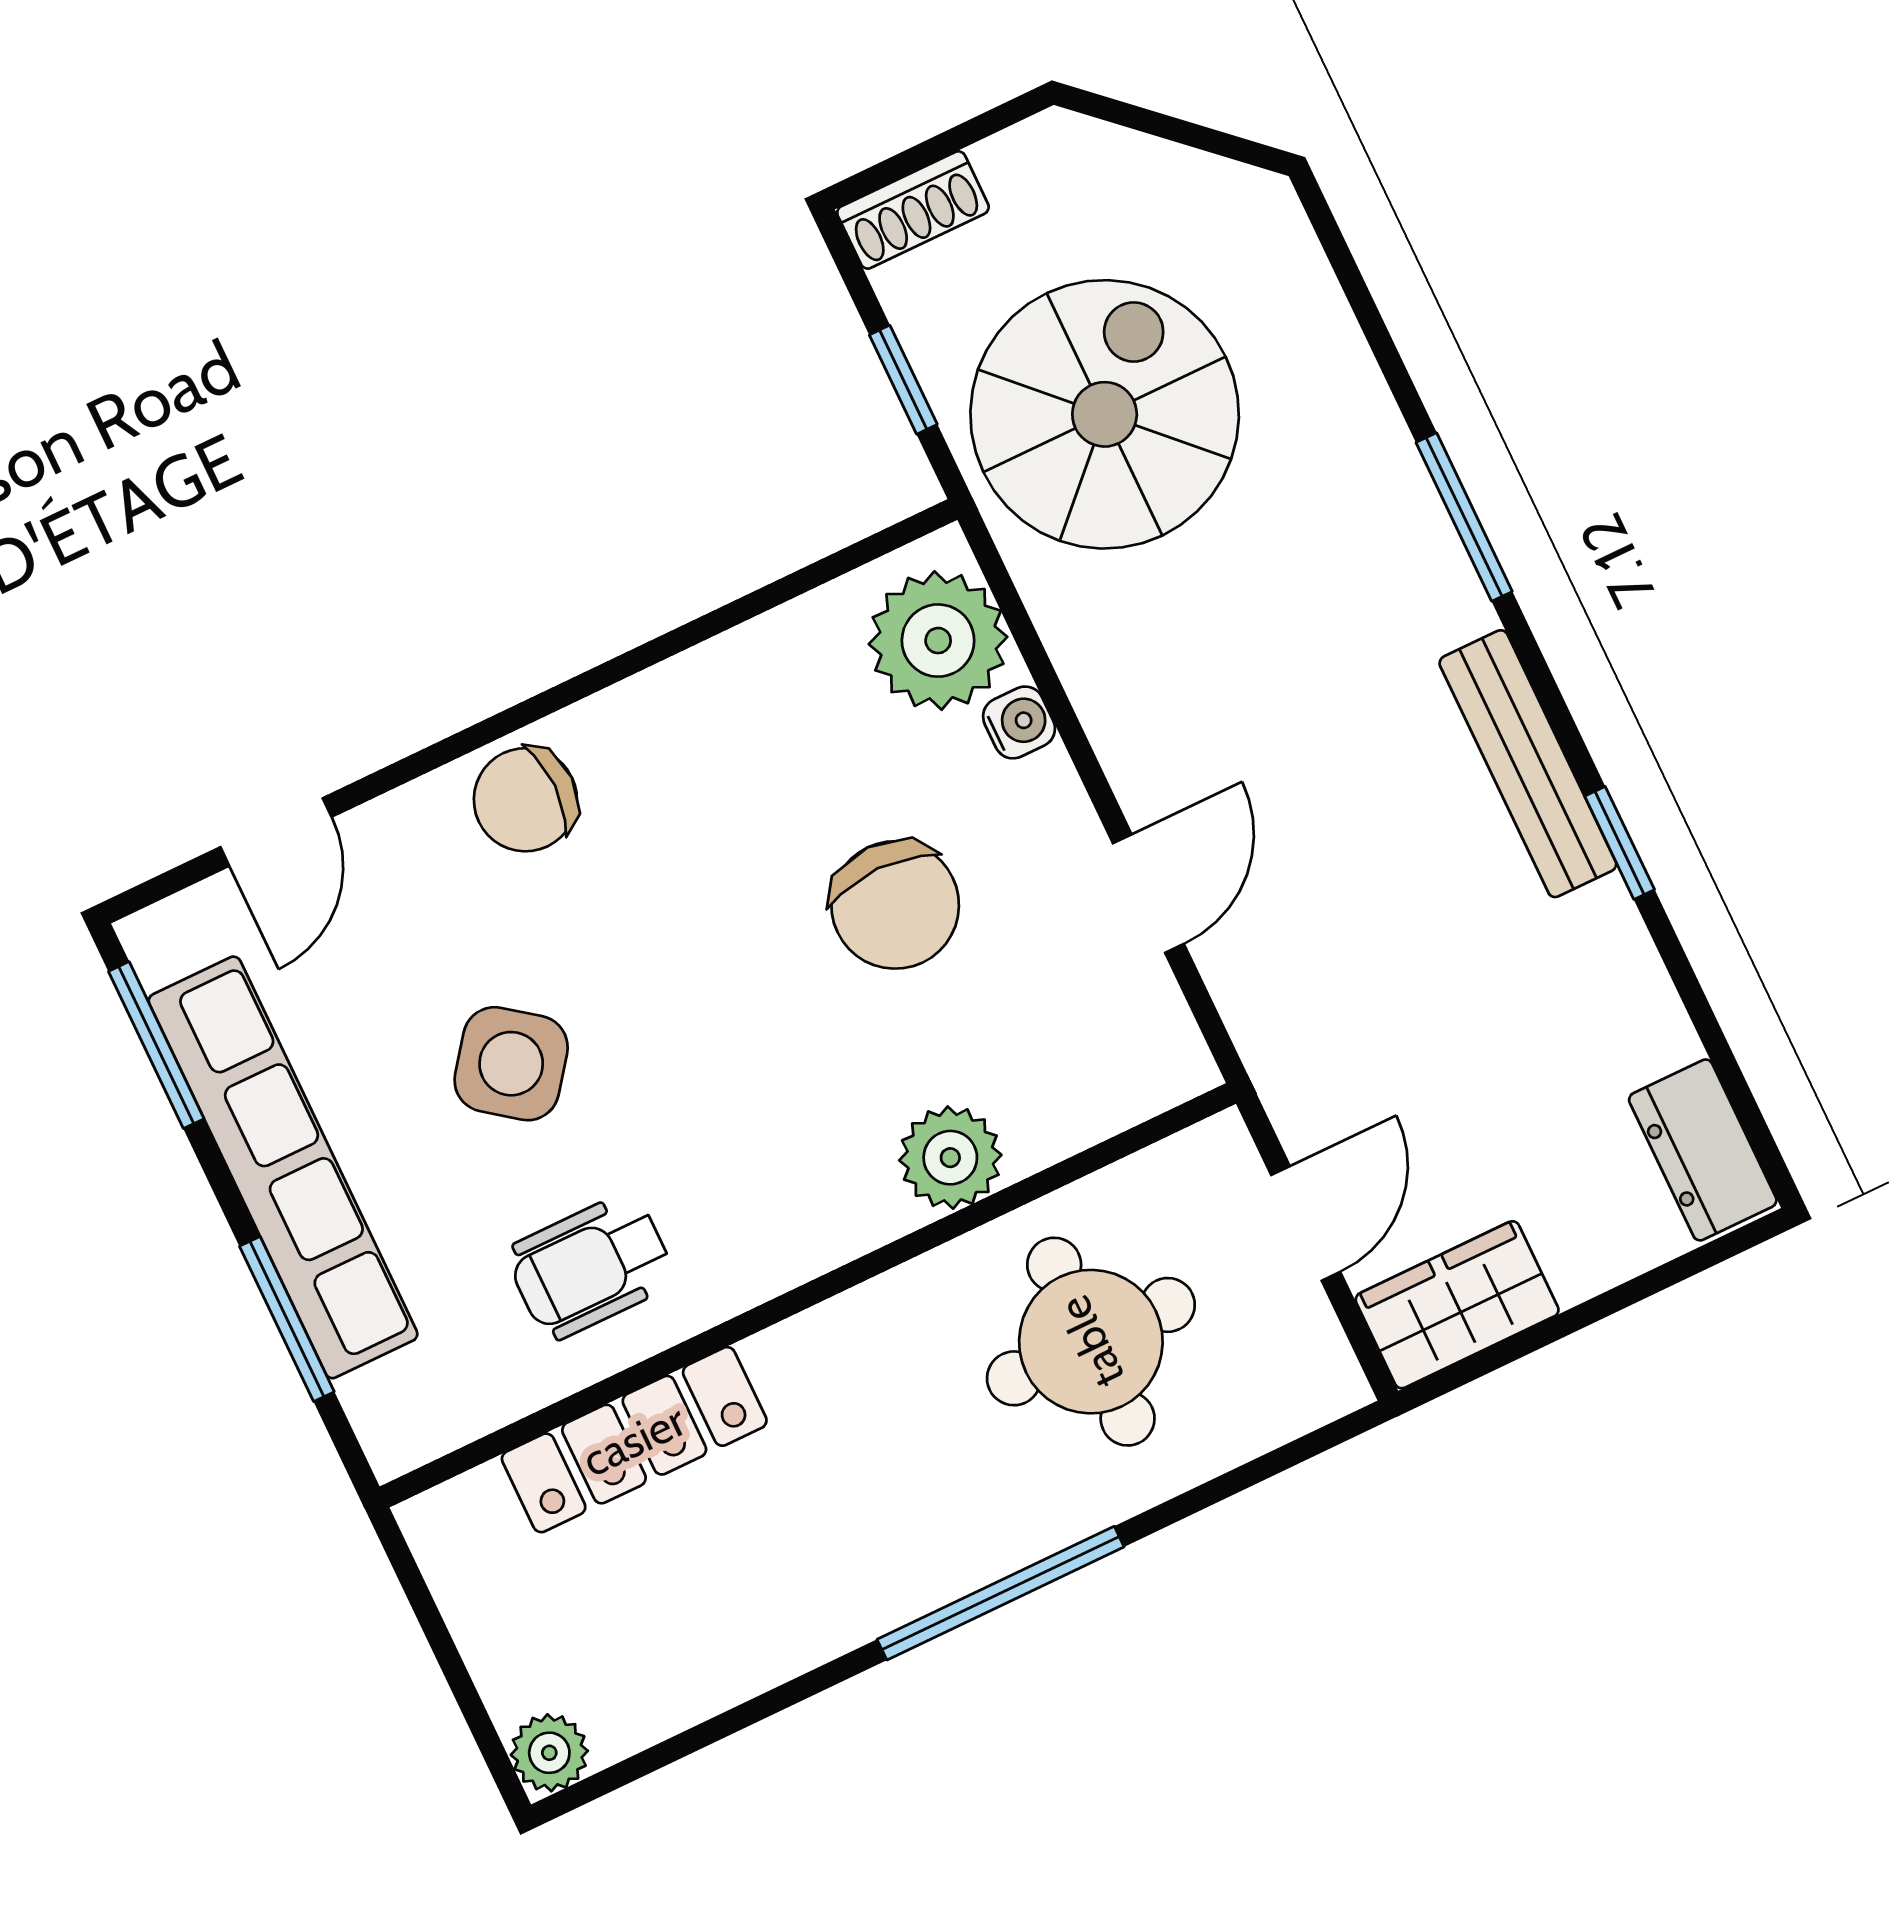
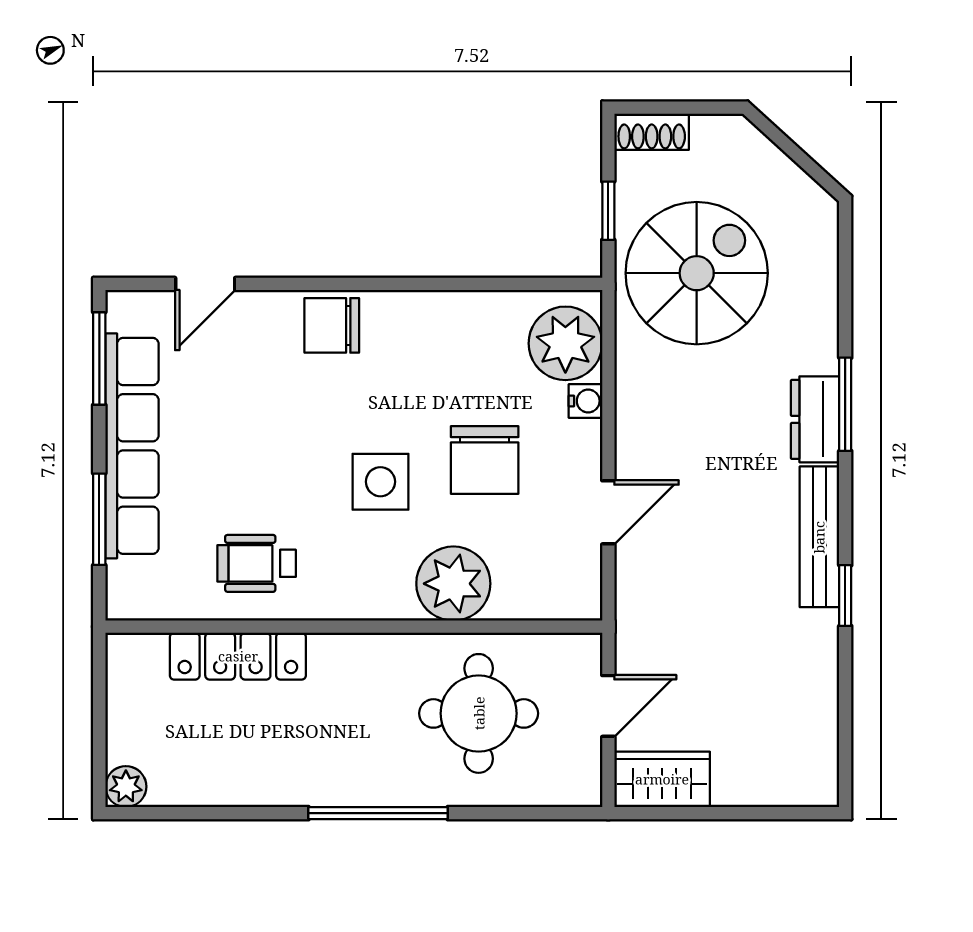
side table: (511, 1064) -> (380, 482), moved, turned -37
dresser: (1703, 1150) -> (815, 419), moved
plant: (950, 1158) -> (453, 584), width x1.36, depth x1.36

